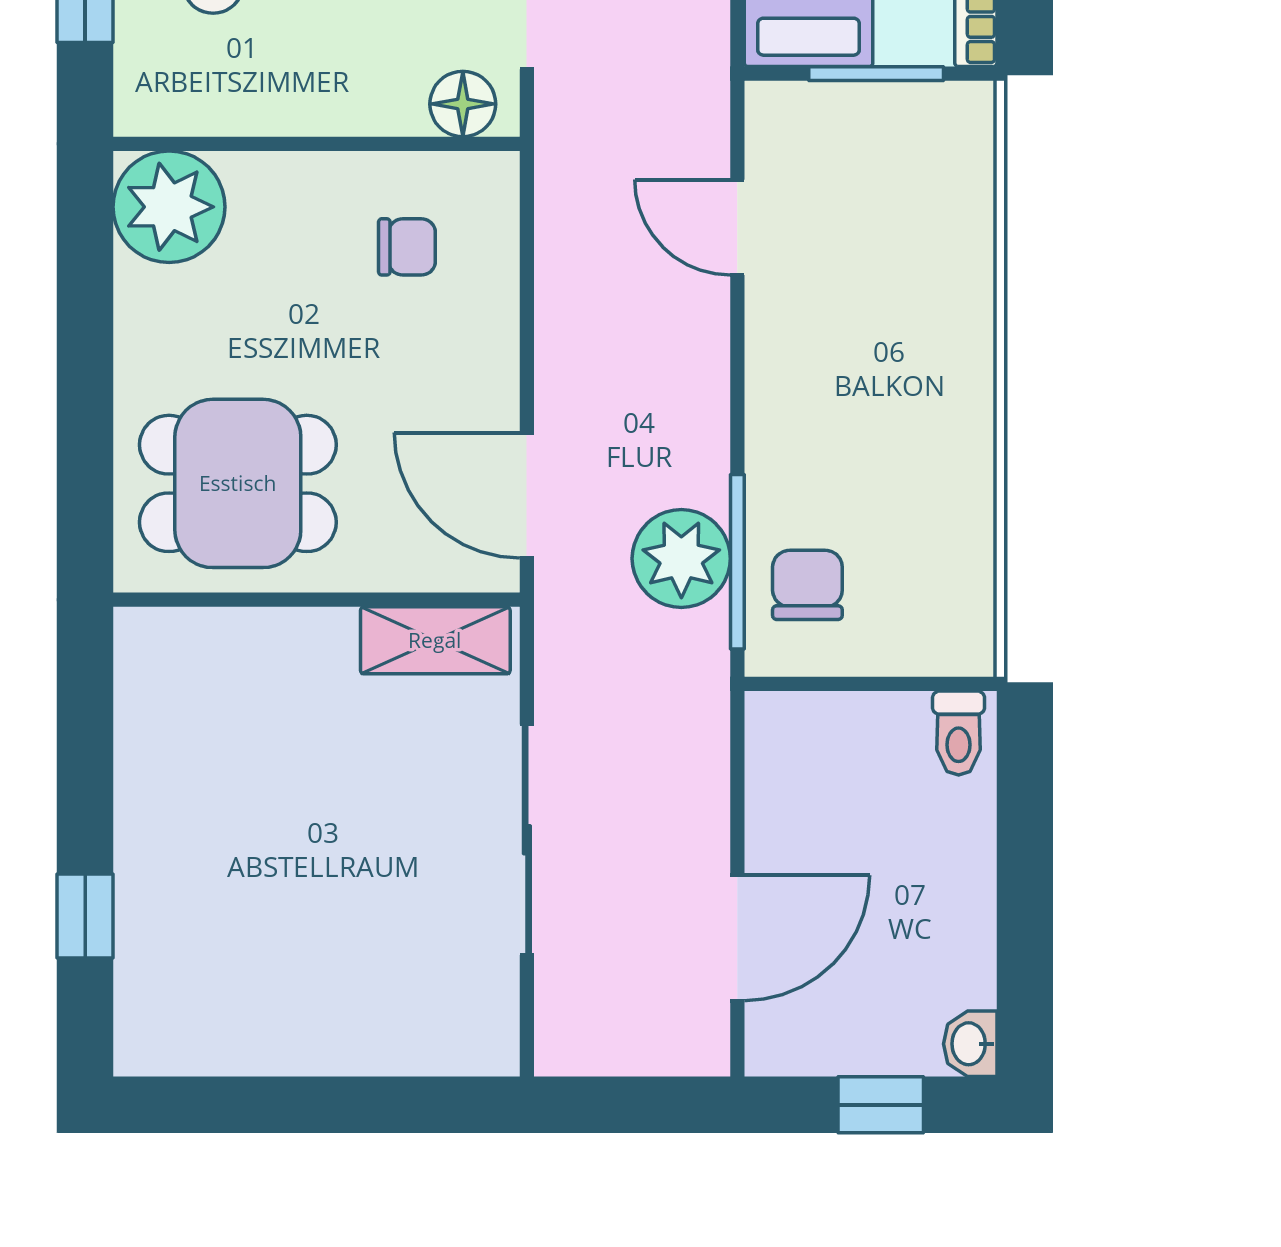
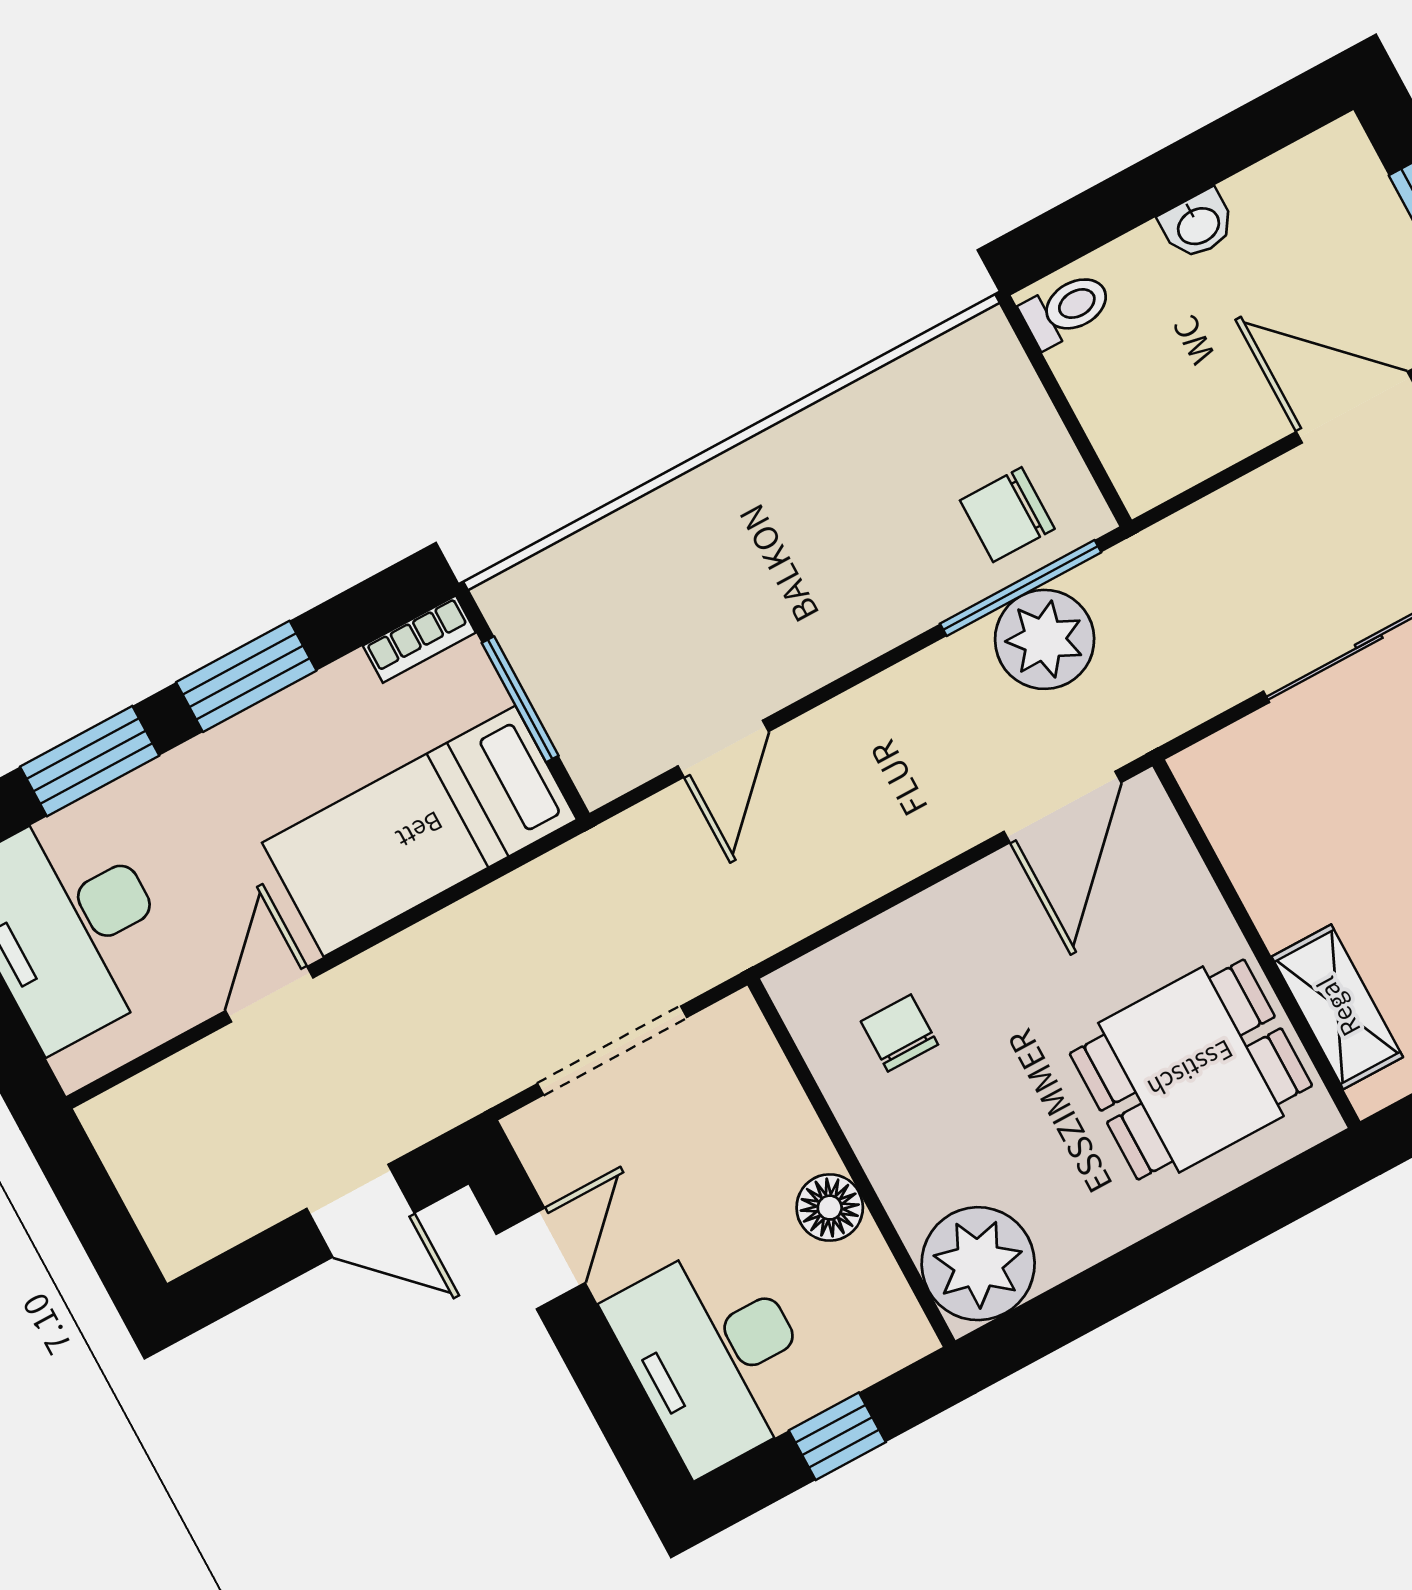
floor lamp: (463, 104) -> (830, 1208), moved
dining table: (238, 483) -> (1191, 1070), turned 90
shelving: (435, 640) -> (1337, 1007), moved
washbasin: (970, 1044) -> (1198, 225), moved

